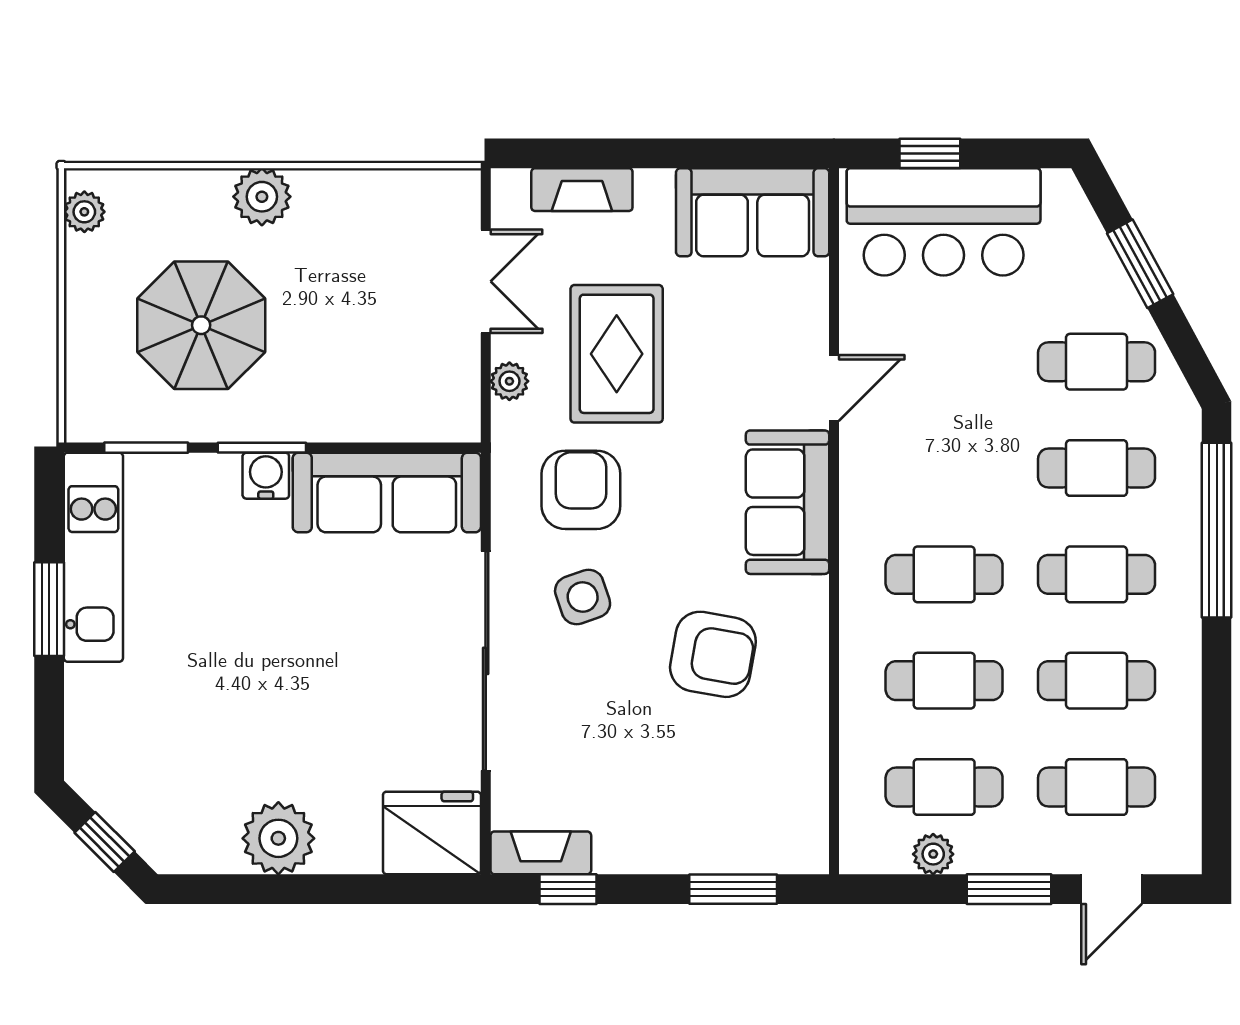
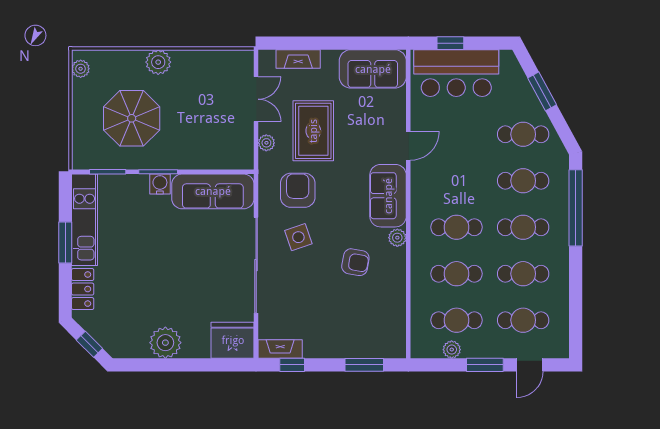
plant: (809, 598) -> (397, 238), added
armchair: (713, 654) -> (355, 262), width x0.72, depth x0.72
locker: (89, 716) -> (83, 289), added

